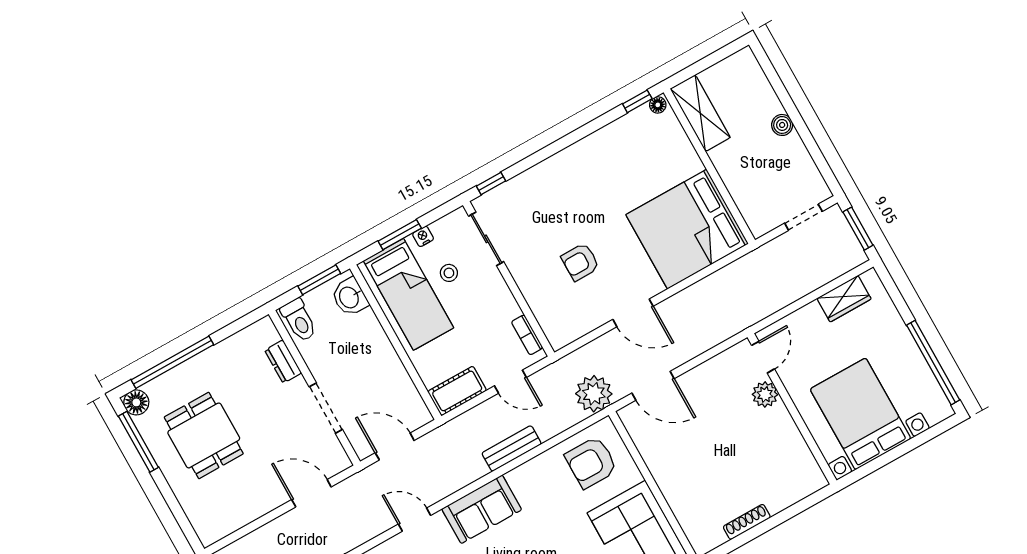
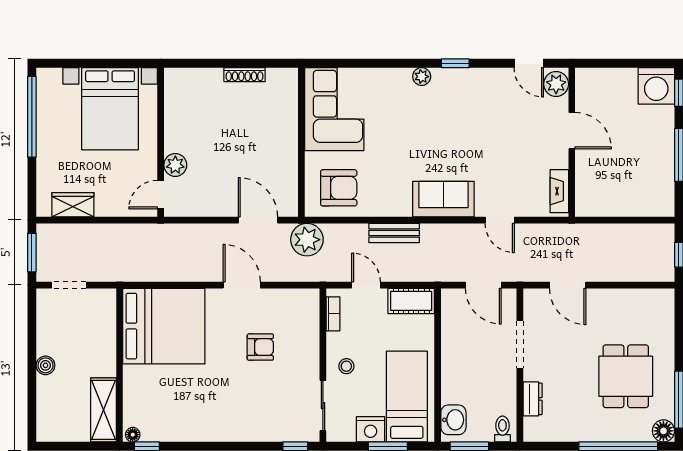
nightstand: (423, 236) -> (371, 429), width x1.89, depth x1.79
stool: (449, 273) -> (346, 366), moved
toilet: (299, 320) -> (502, 429), width x0.73, depth x0.72

